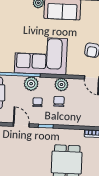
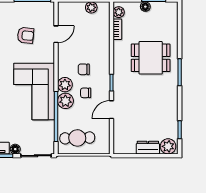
plant: (61, 85) -> (65, 85), moved

